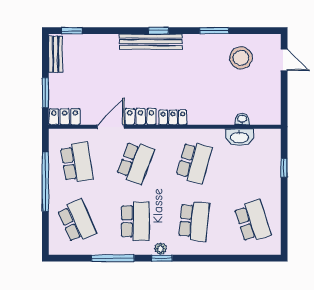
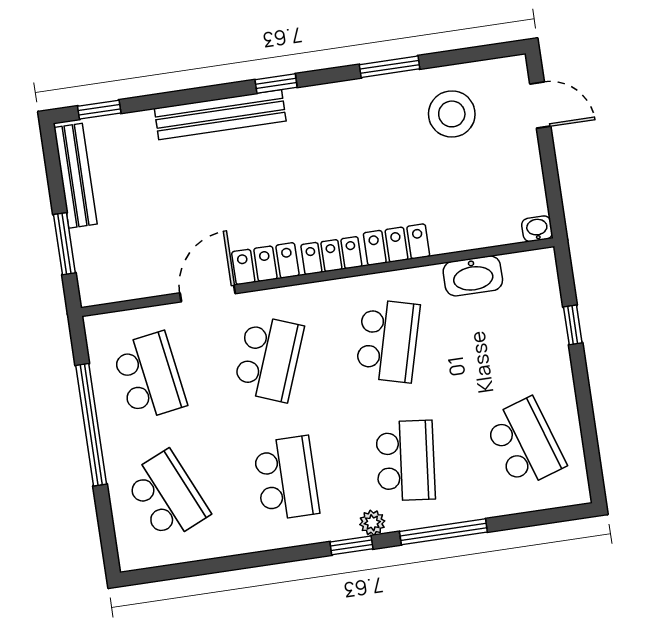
bench: (151, 42) -> (220, 115), moved
bench: (56, 54) -> (76, 176), width x1.36
locker: (65, 117) -> (397, 245), moved
washbasin: (242, 119) -> (537, 229), moved
plant: (161, 249) -> (372, 523), moved
window: (113, 258) -> (443, 532), moved

